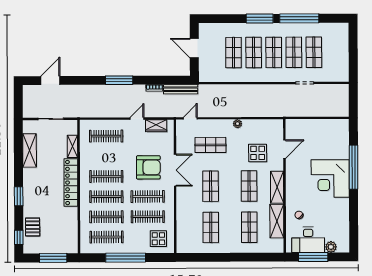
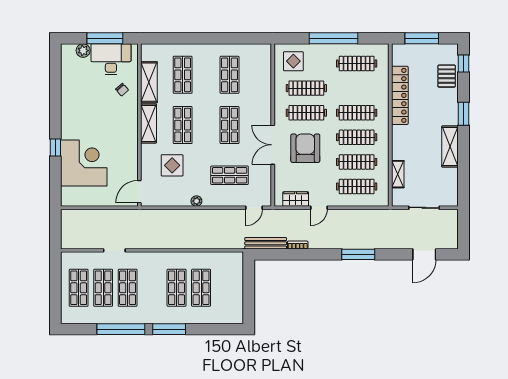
door: (194, 48) -> (249, 293), removed
shop shelf: (274, 52) -> (79, 288), moved
window: (119, 80) -> (358, 254), moved
door: (284, 149) -> (139, 192), moved
shelving: (30, 150) -> (450, 147), moved
armchair: (148, 167) -> (305, 148), turned 90
window: (353, 167) -> (55, 148), width x0.32
corner desk: (330, 179) -> (84, 163), moved
locker: (71, 182) -> (400, 95), moved
clothes rail: (106, 217) -> (357, 162), moved

